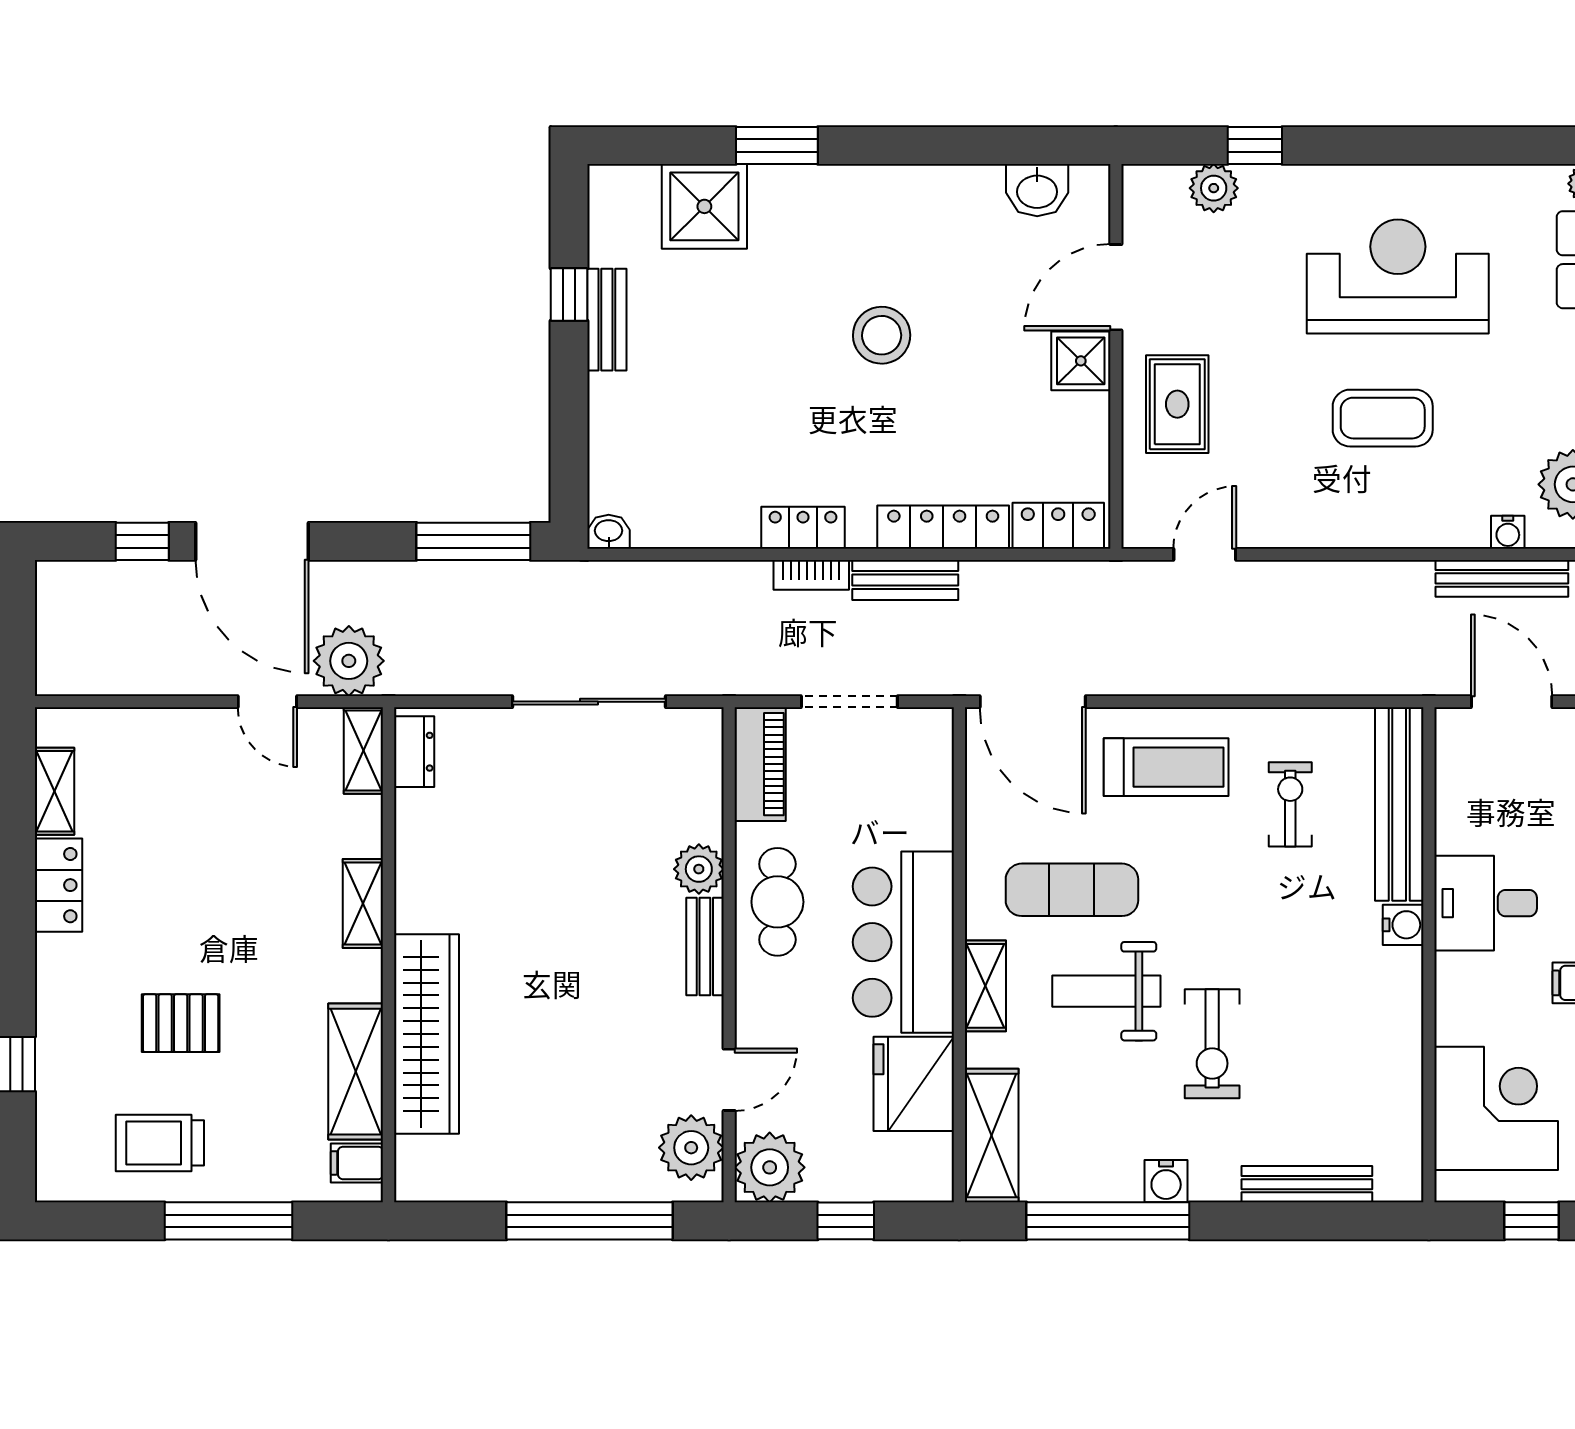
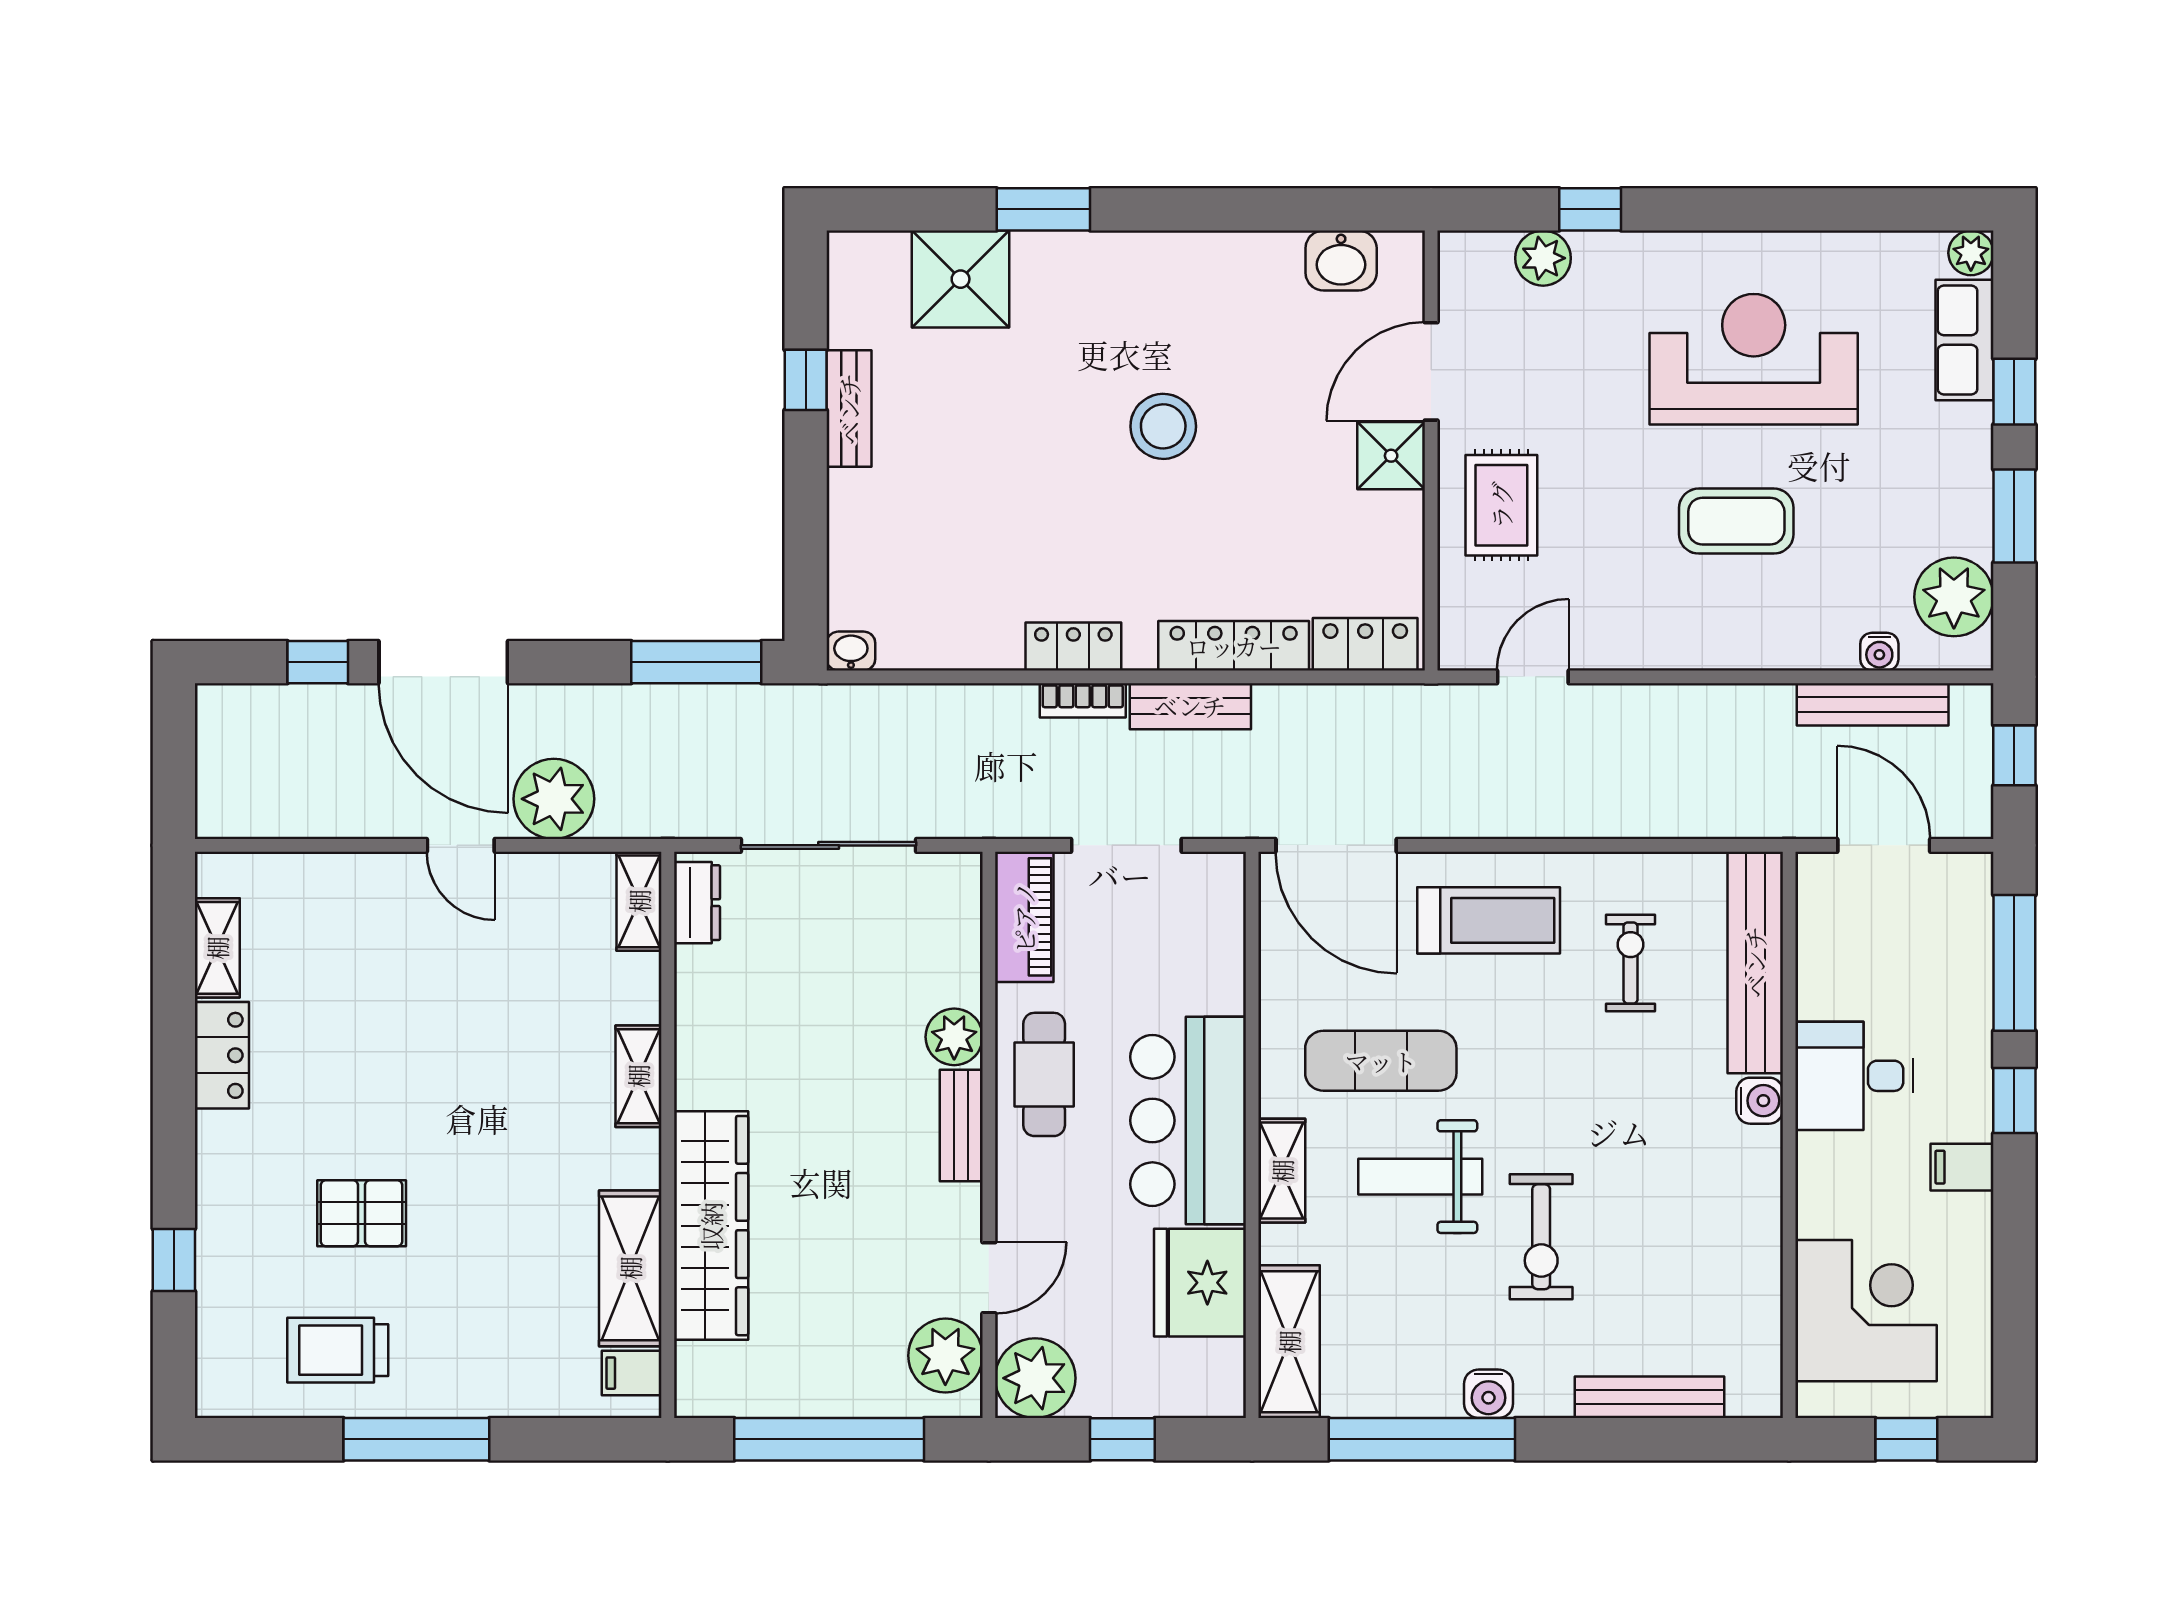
shelving: (363, 751) -> (639, 901), moved
dresser: (414, 752) -> (697, 903), moved
shelving: (363, 904) -> (638, 1076), moved
wall: (389, 955) -> (668, 1135), moved
wardrobe: (426, 1034) -> (711, 1226), moved
shelving: (356, 1072) -> (630, 1268), moved
filing cabinet: (357, 1163) -> (632, 1373), moved

